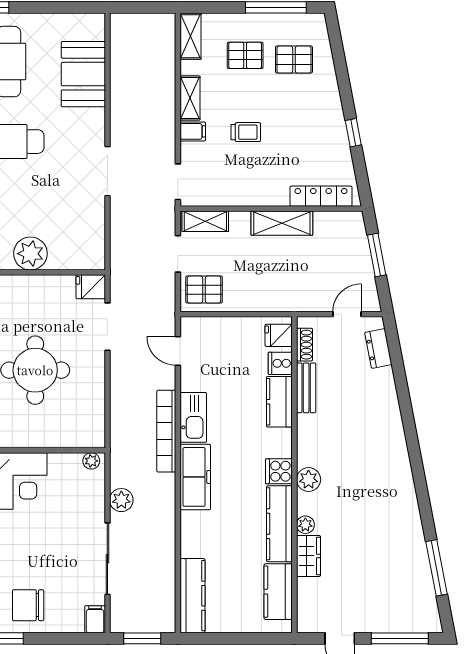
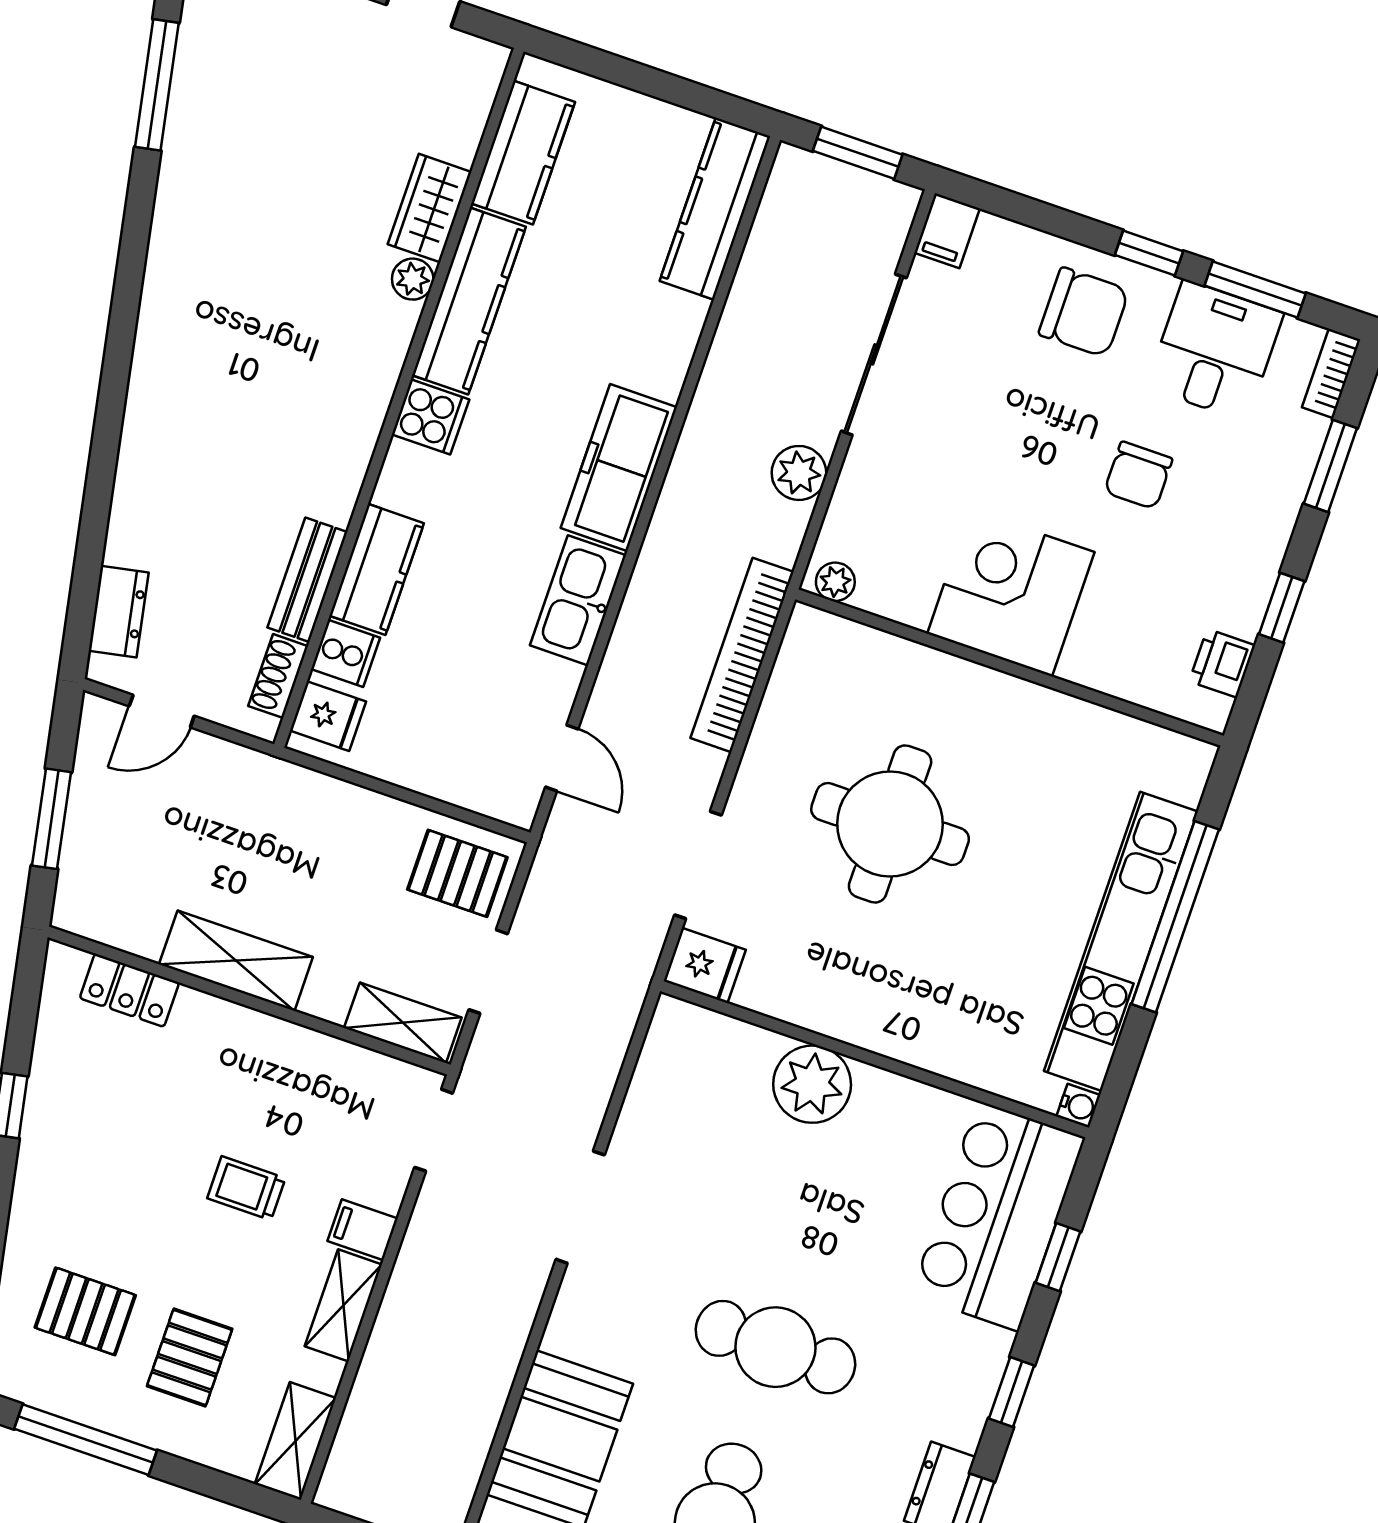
pallet: (245, 55) -> (190, 1358), turned 90
locker: (321, 196) -> (129, 990), width x0.66
bookcase: (166, 431) -> (742, 655), moved, turned 180
plant: (309, 480) -> (371, 376), removed

